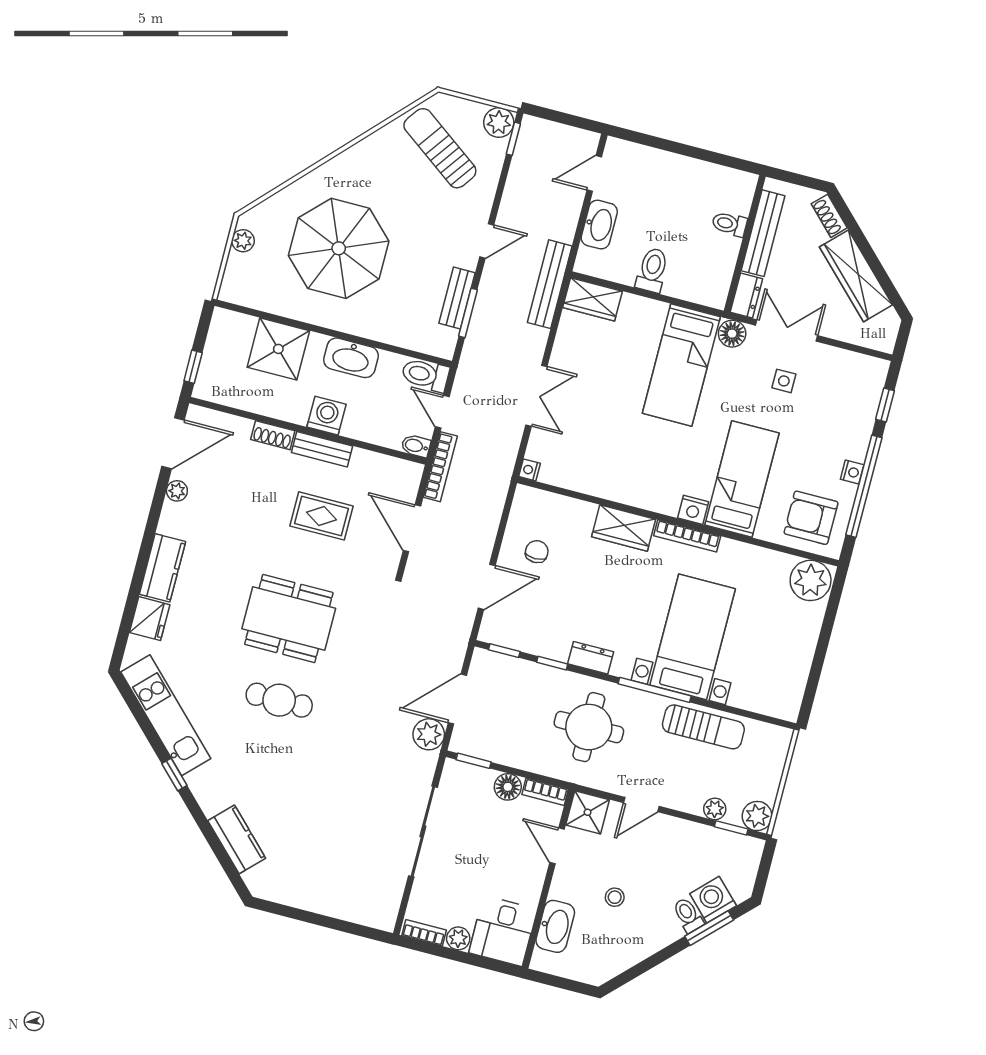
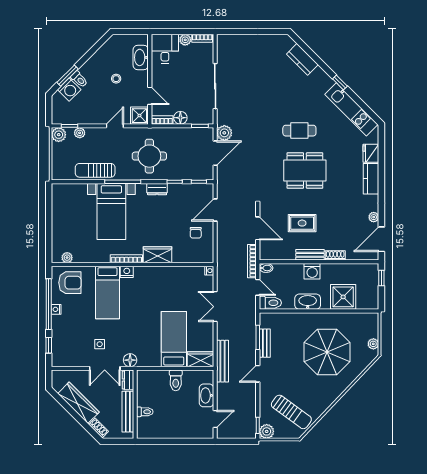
bed: (681, 365) -> (174, 339), moved
plant: (811, 580) -> (67, 258), width x0.53, depth x0.53

